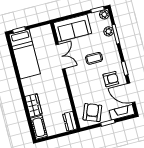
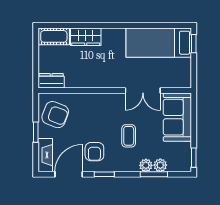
plant: (104, 14) -> (146, 165), moved

